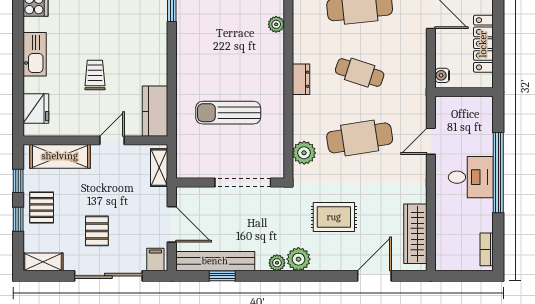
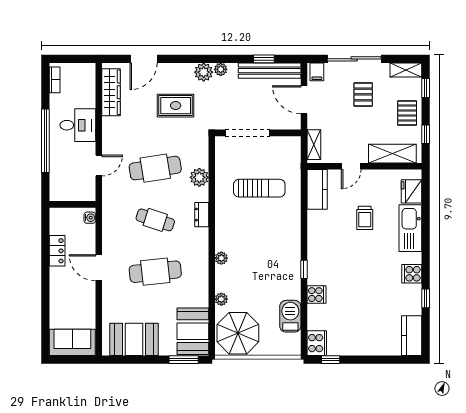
locker: (483, 44) -> (57, 251), width x0.66
kitchen sink: (35, 54) -> (410, 228), width x1.36, depth x1.24
plant: (304, 153) -> (199, 177), moved
desk: (471, 177) -> (78, 125), moved, turned 180
window: (18, 219) -> (426, 88), moved

